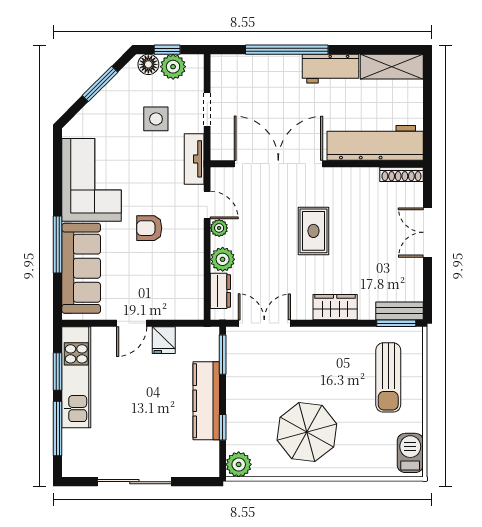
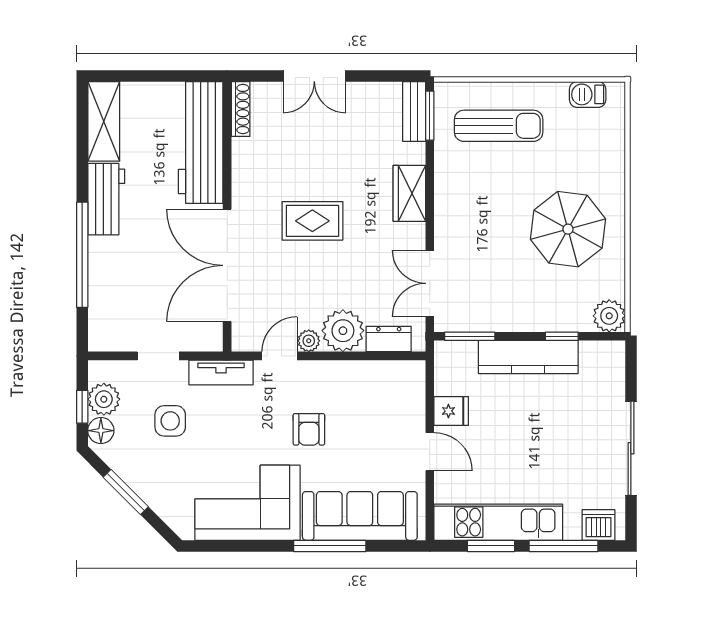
plant: (223, 259) -> (343, 331), width x1.36, depth x1.36
barbecue: (410, 453) -> (588, 94), width x0.73, depth x0.79
dishwasher: (74, 456) -> (598, 525), added

